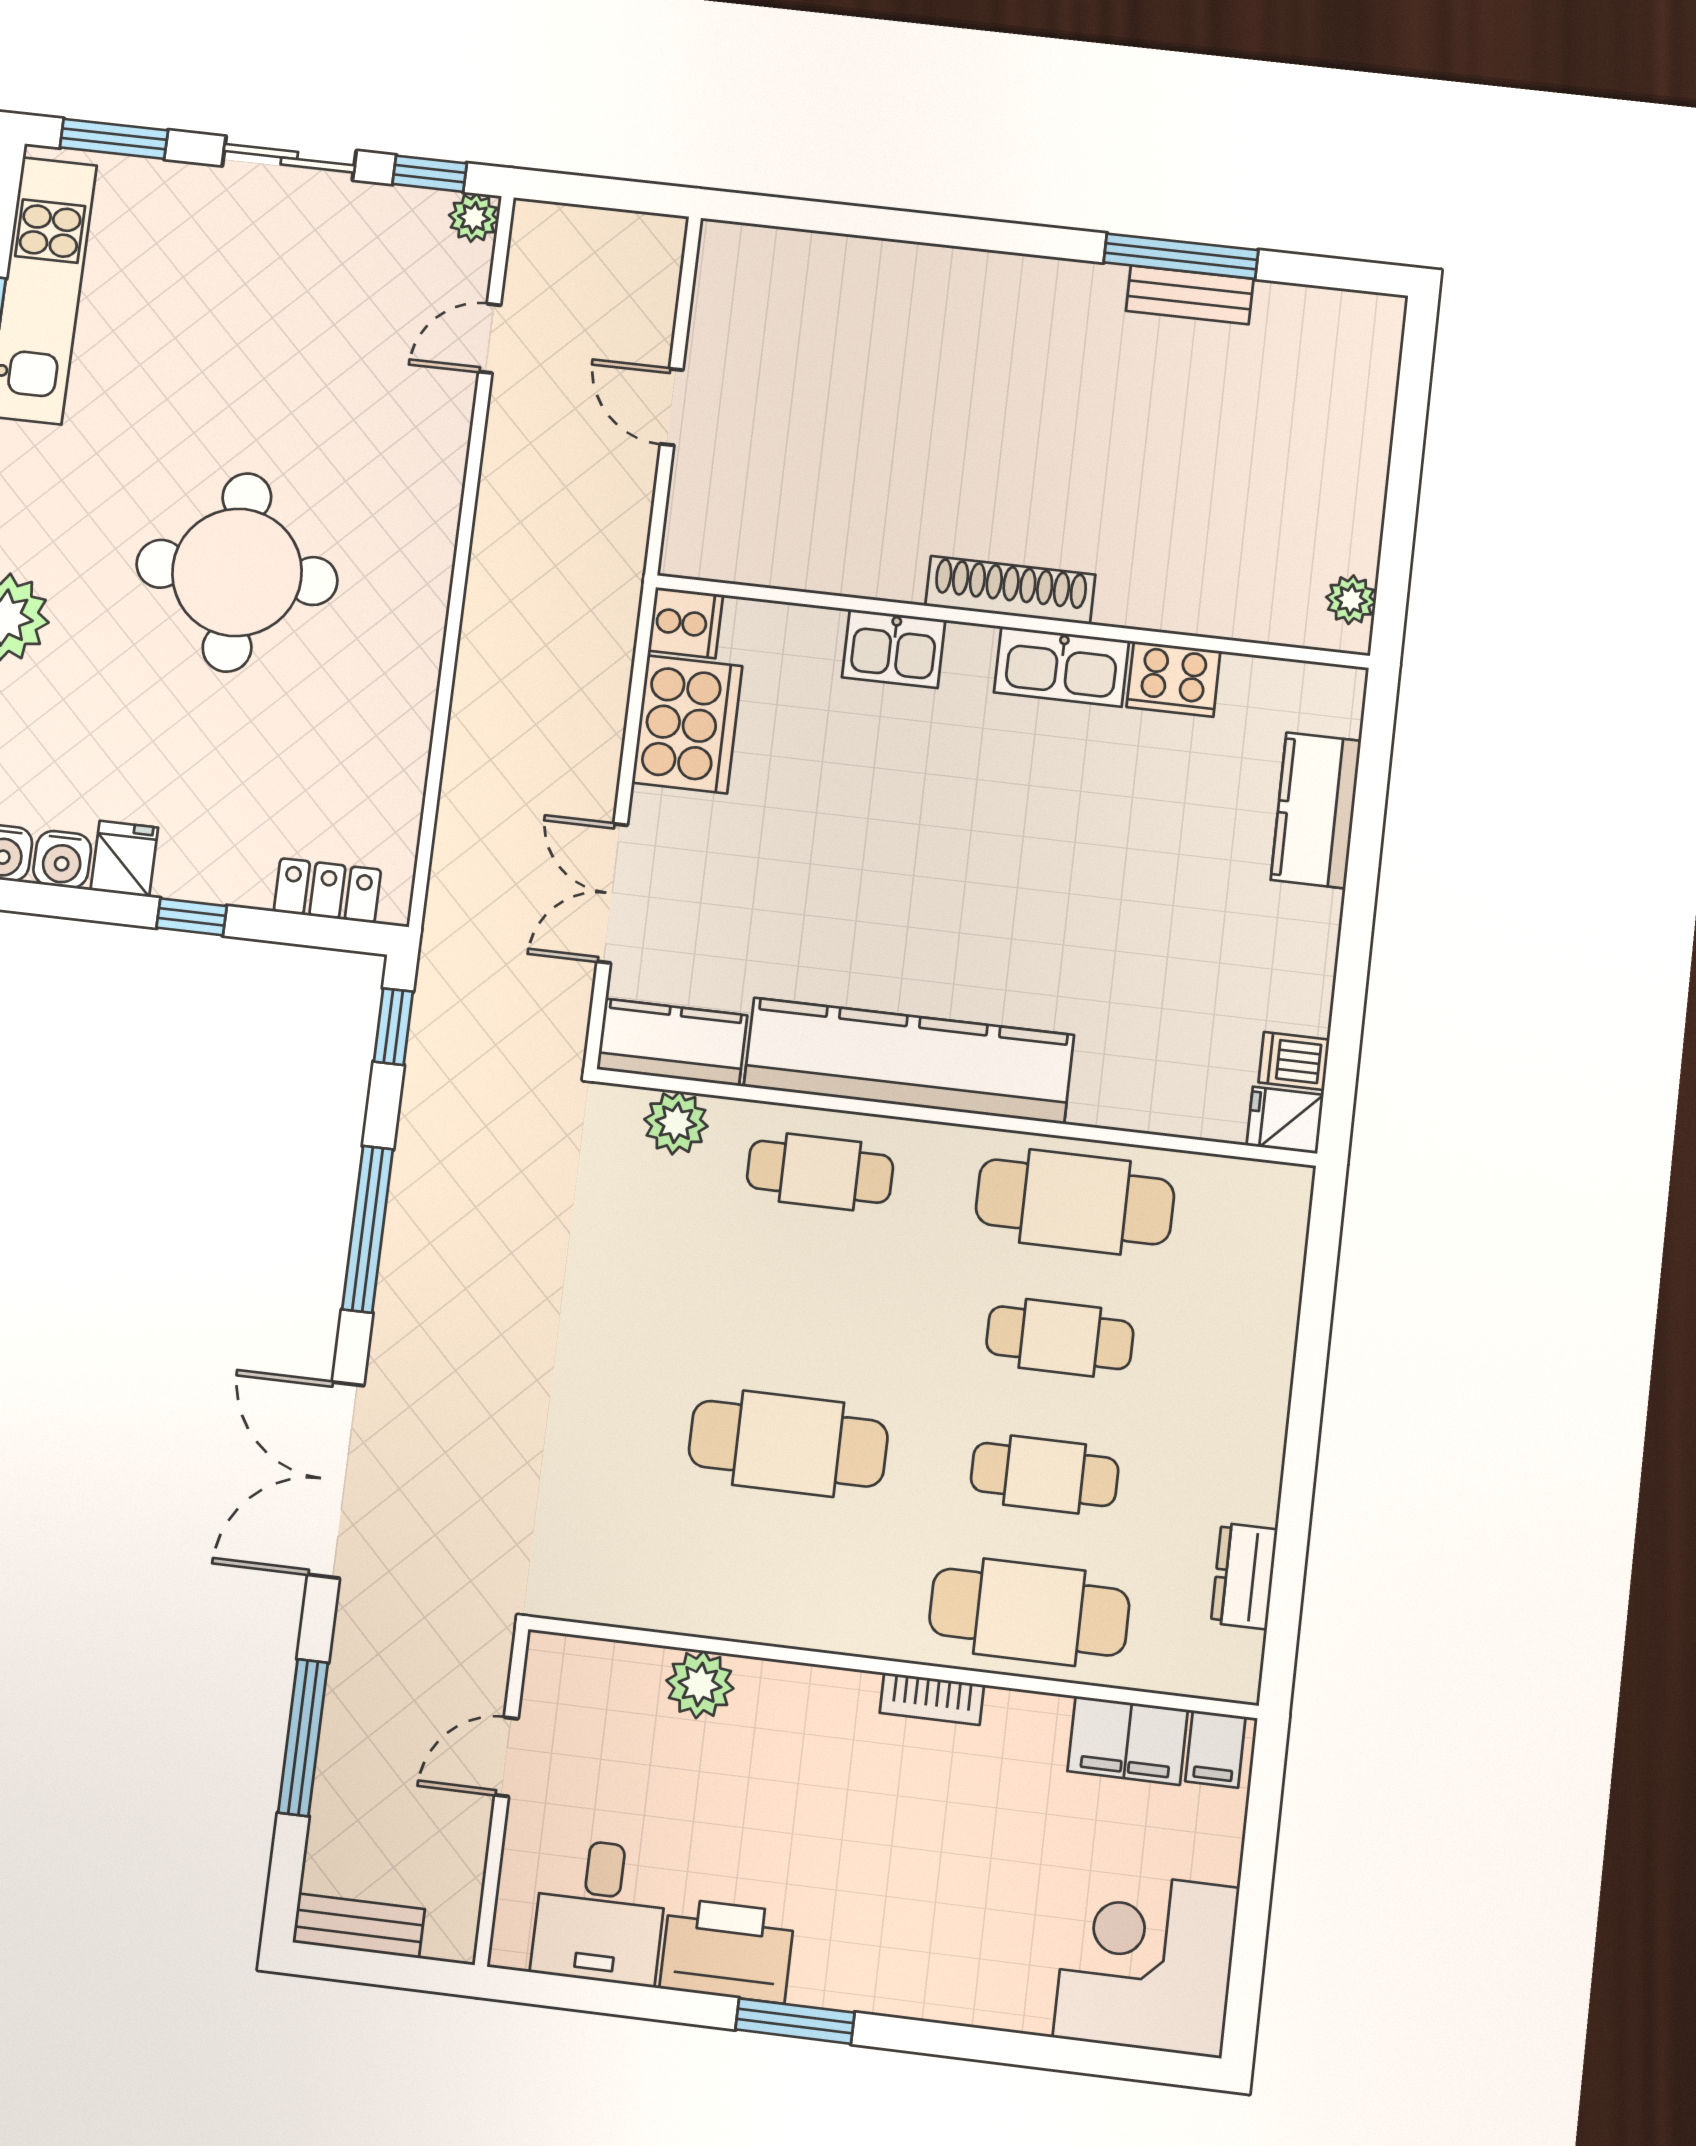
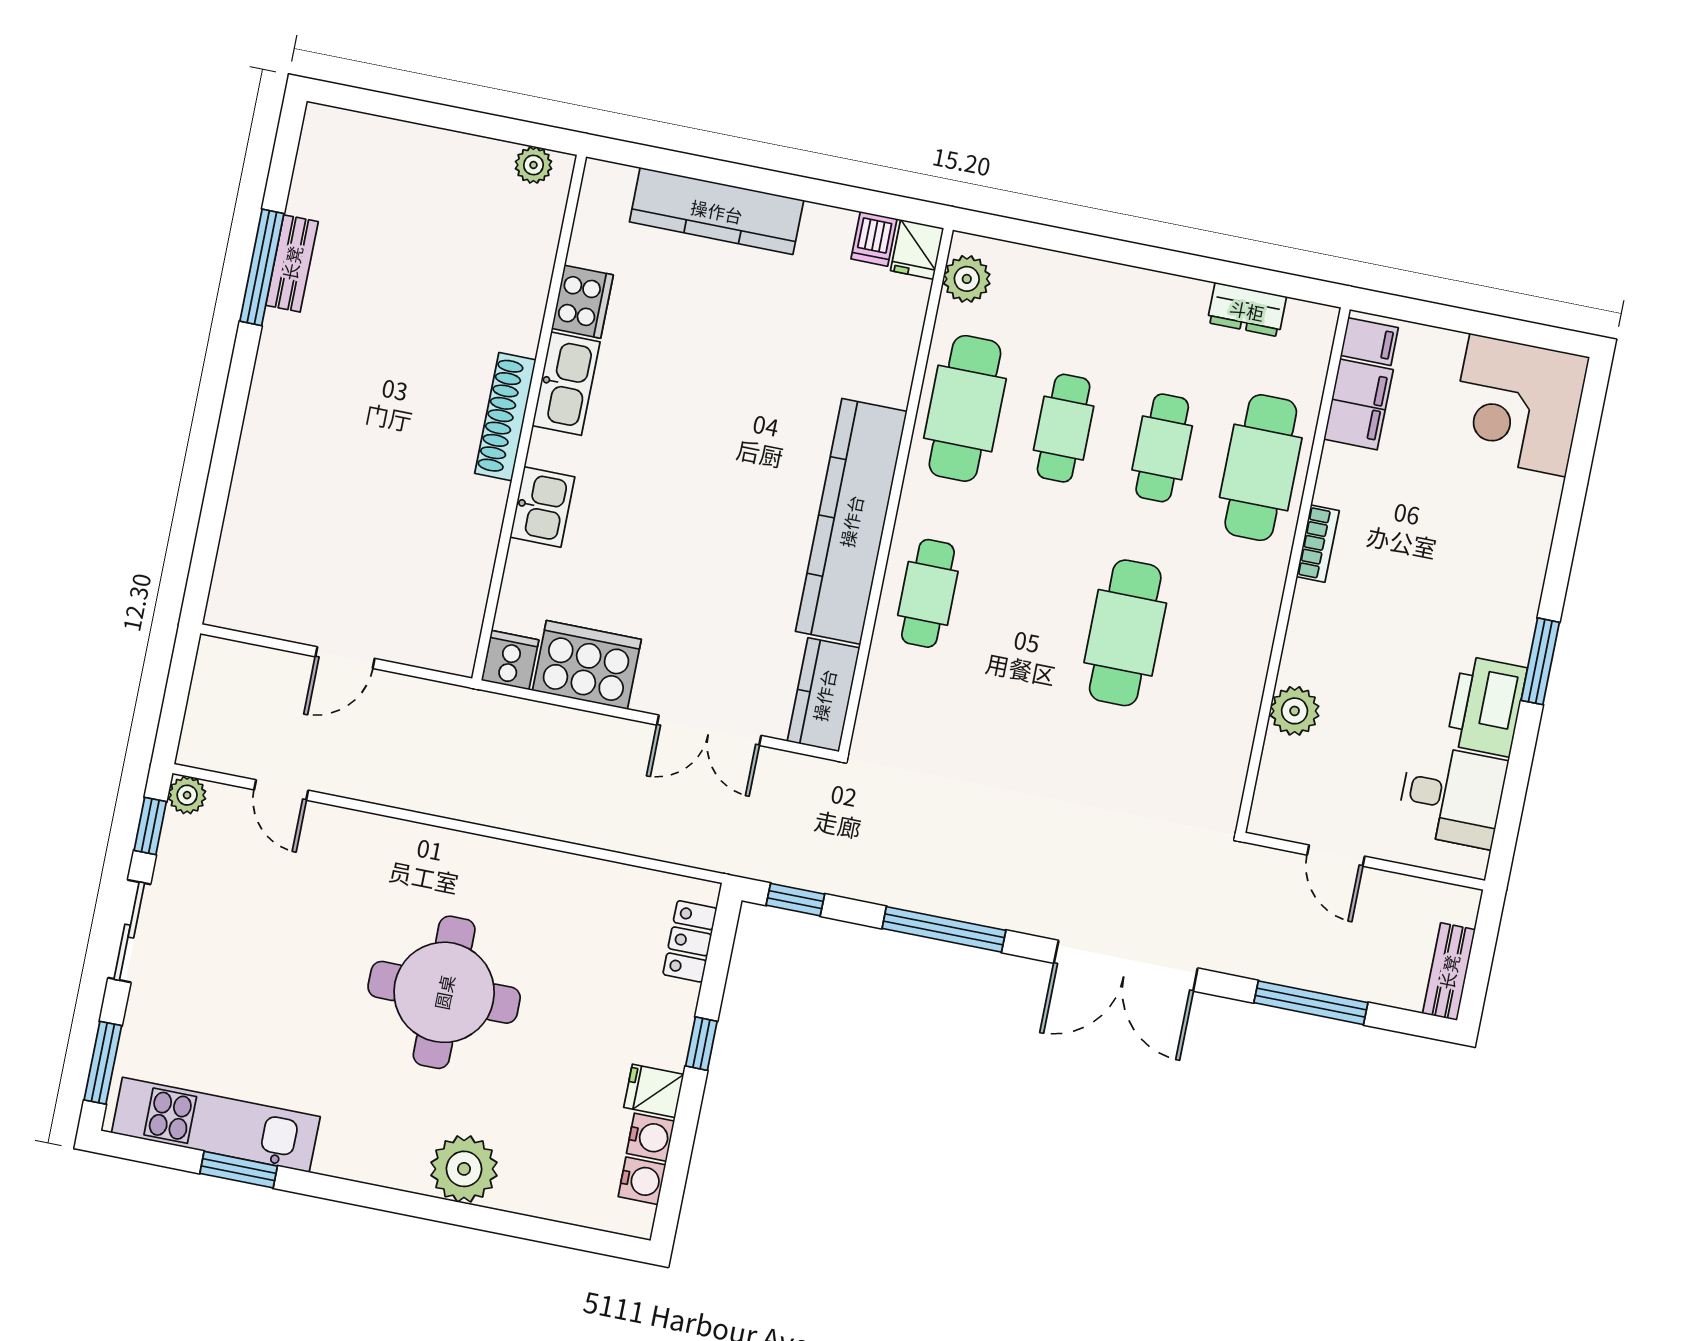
kitchen counter: (1316, 810) -> (717, 211), width x1.50
plant: (676, 1123) -> (967, 279), moved

